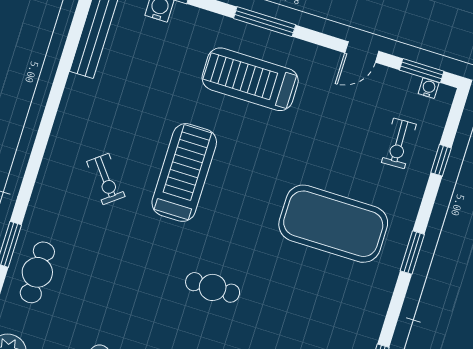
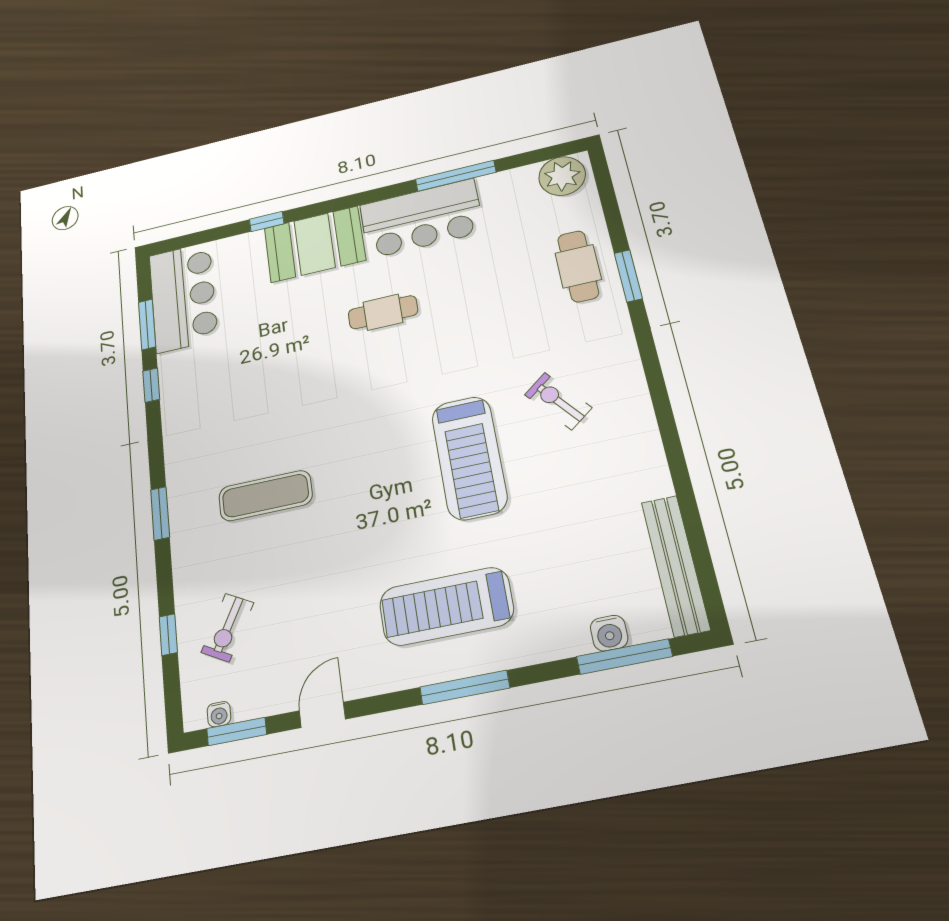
treadmill: (250, 79) -> (446, 606), turned 180
exercise bike: (399, 143) -> (227, 627), turned -149
exercise mat: (333, 224) -> (265, 496), width x0.50, depth x0.69
cafe table: (213, 287) -> (383, 312), moved

